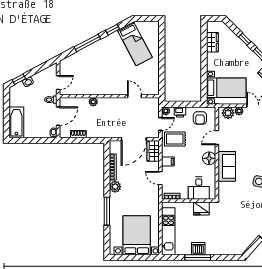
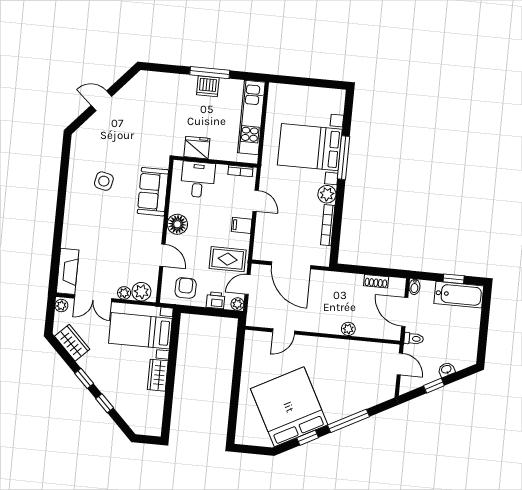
wardrobe: (212, 42) -> (158, 375), moved
bed: (135, 44) -> (289, 407), width x2.04
window: (19, 79) -> (434, 386), moved
door: (58, 83) -> (400, 364), swing flipped
door: (135, 96) -> (284, 331), hinge flipped
door: (58, 116) -> (405, 312), hinge flipped
bathtub: (16, 122) -> (459, 295), moved, turned -90
door: (217, 138) -> (162, 255), hinge flipped
door: (134, 139) -> (291, 265), swing flipped
window: (29, 140) -> (454, 279), added
wardrobe: (153, 151) -> (263, 244), removed
sofa: (227, 166) -> (153, 192), moved
bed with nightstands: (137, 235) -> (310, 147), moved, turned 90

